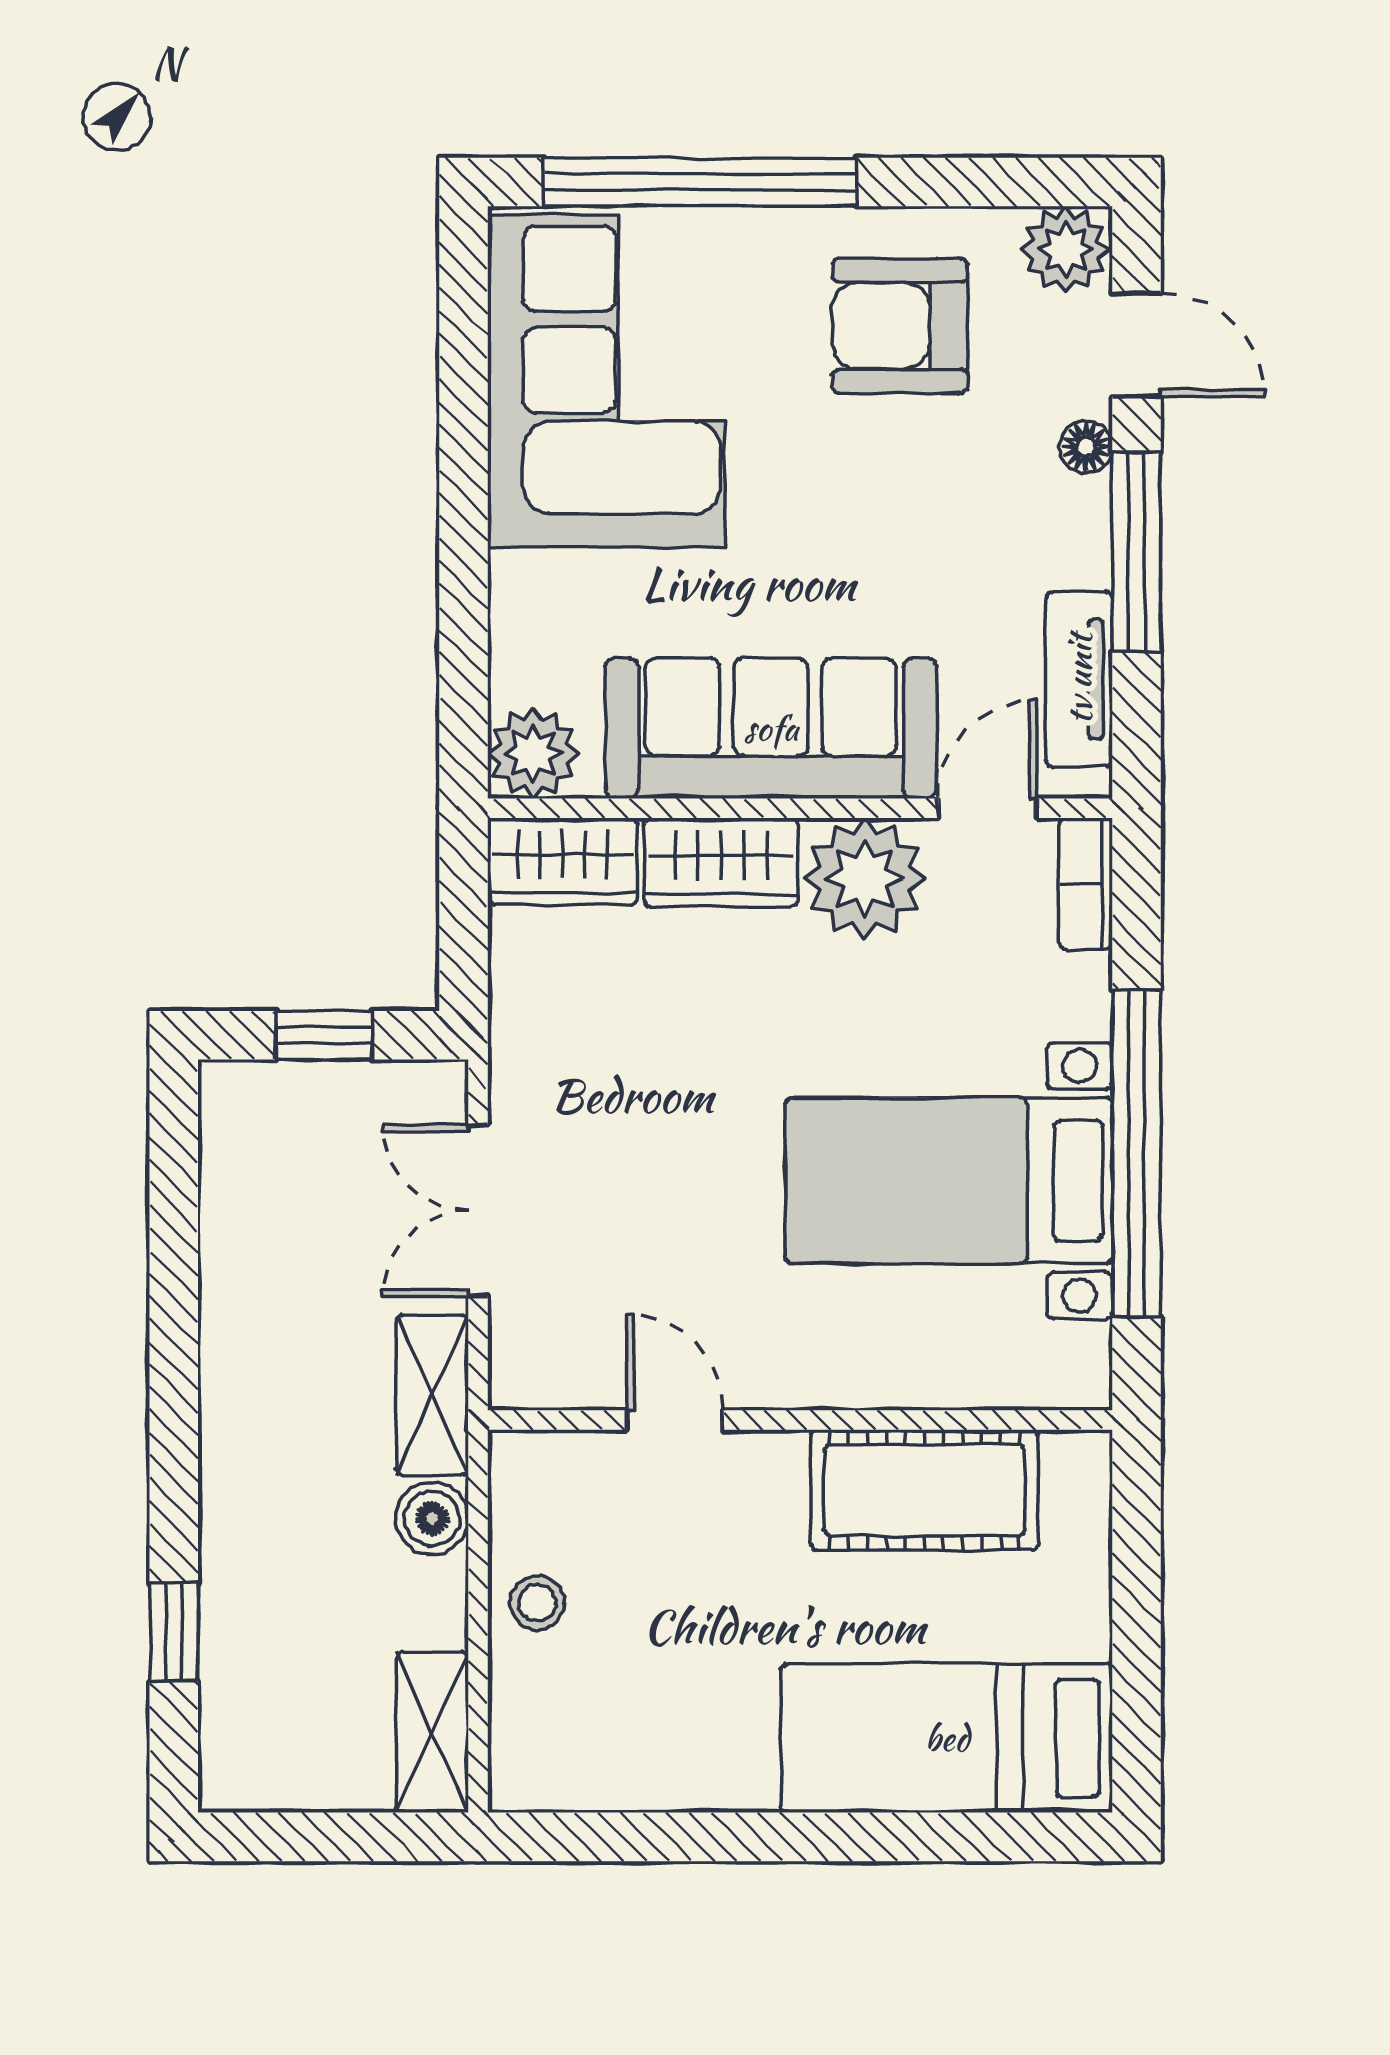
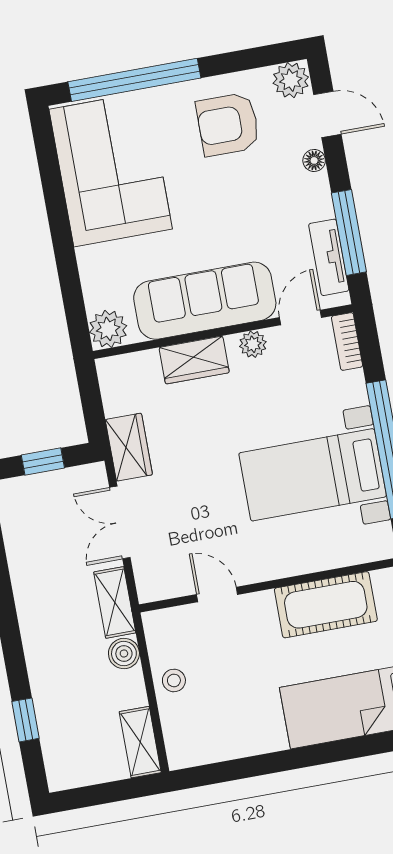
window: (1137, 552) -> (349, 232), moved
wardrobe: (563, 861) -> (129, 447), moved, turned -90
plant: (865, 879) -> (253, 344), width x0.53, depth x0.53

